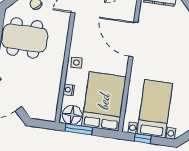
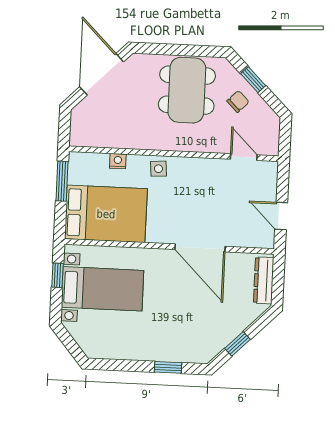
door: (133, 39) -> (200, 248), swing flipped
floor lamp: (72, 115) -> (82, 170), removed

